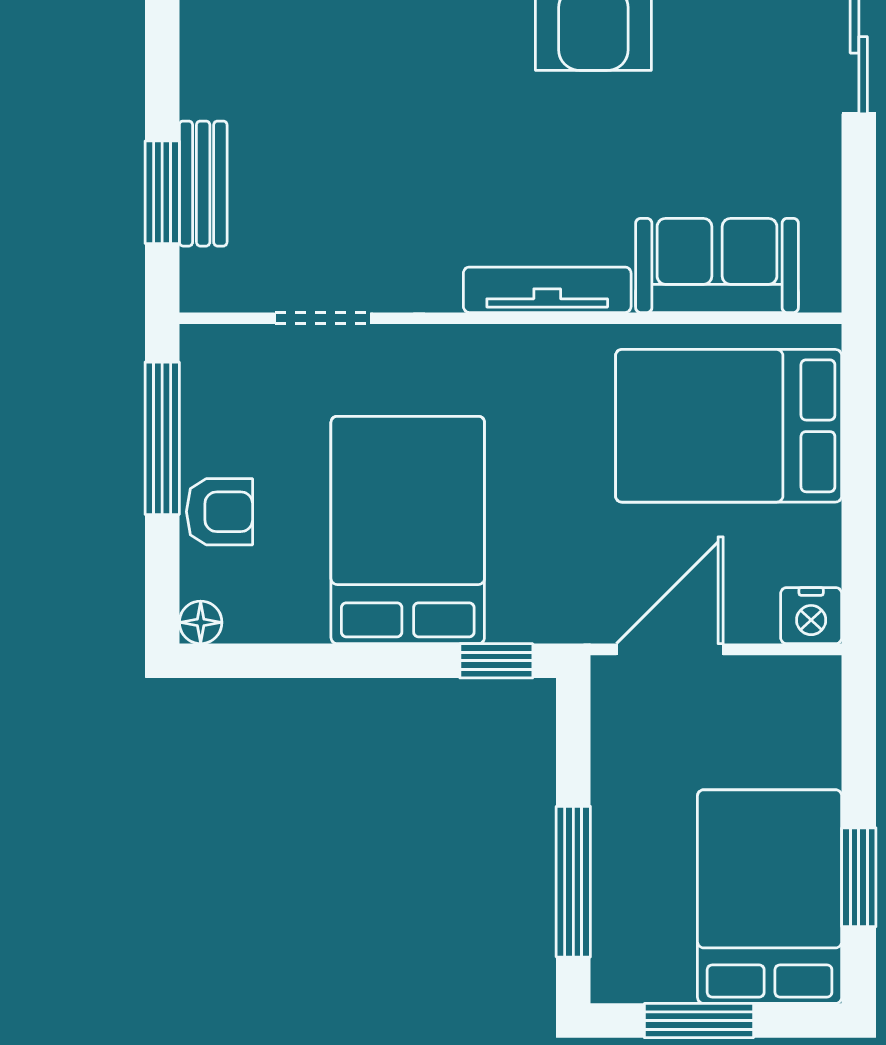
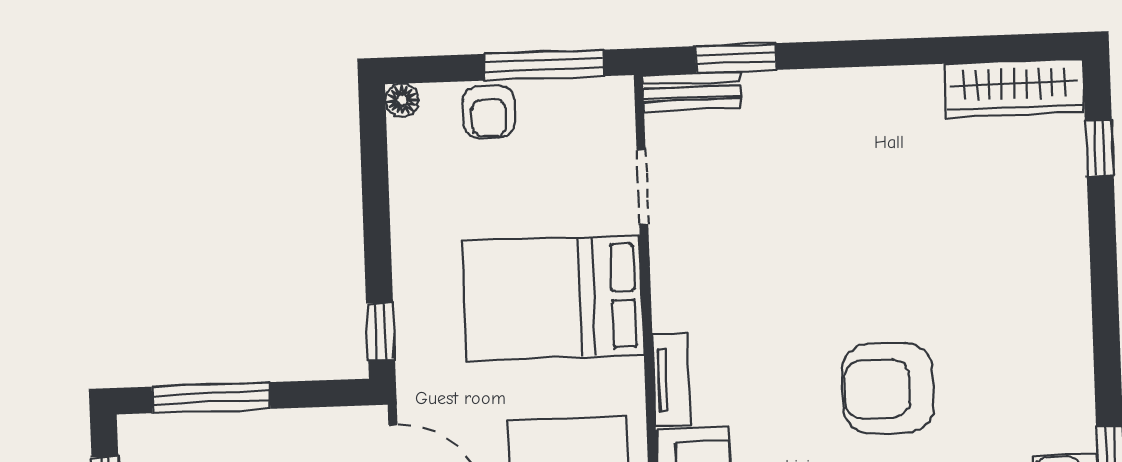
bench: (203, 184) -> (692, 92), moved
tv unit: (547, 290) -> (672, 379), width x0.71
bed: (408, 530) -> (553, 298), moved, turned 180

